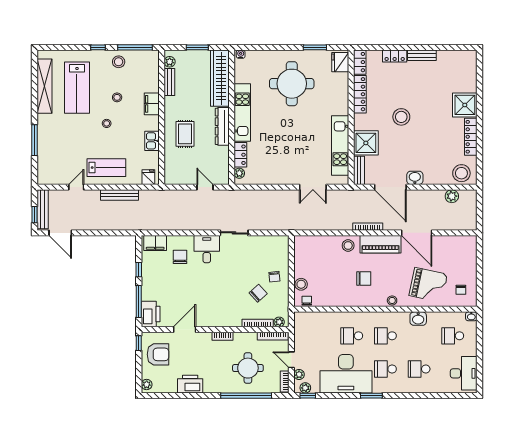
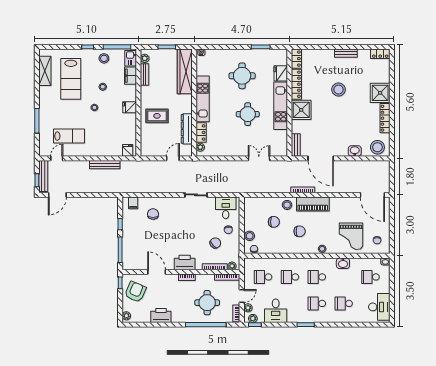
locker: (395, 56) -> (380, 54), moved
fridge: (340, 62) -> (281, 73), moved
round table: (292, 84) -> (242, 76), width x0.73, depth x0.73
shelving: (44, 86) -> (45, 71), width x0.68
filing cabinet: (152, 104) -> (130, 76), moved
stool: (401, 117) -> (338, 90), moved
fridge: (151, 123) -> (130, 107), added
dresser: (222, 126) -> (187, 129), moved
round table: (299, 132) -> (248, 114), added
rug: (185, 134) -> (157, 116), turned 90
kitchen sink: (152, 141) -> (131, 58), moved
shower: (366, 143) -> (301, 110), moved
kitchen unit: (340, 145) -> (281, 106), moved
lab bench: (106, 168) -> (69, 136), moved
washbasin: (415, 178) -> (355, 151), moved
door: (76, 187) -> (57, 158), moved
door: (205, 187) -> (173, 158), hinge flipped
double door: (313, 187) -> (259, 158), swing flipped
plant: (452, 196) -> (370, 166), removed
door: (60, 233) -> (57, 195), hinge flipped
door: (417, 233) -> (372, 195), moved
filing cabinet: (155, 243) -> (133, 203), width x0.50
desk: (207, 249) -> (226, 208), moved
chair: (332, 267) -> (274, 222), added
grand piano: (428, 285) -> (351, 236), turned 78
printer: (151, 314) -> (185, 262), moved, turned -90
door: (185, 330) -> (157, 272), hinge flipped
school desk: (318, 336) -> (263, 277), added
armchair: (158, 354) -> (135, 292), turned -67
door: (291, 360) -> (242, 296), swing flipped
desk: (346, 374) -> (276, 311), width x0.53, depth x0.77

